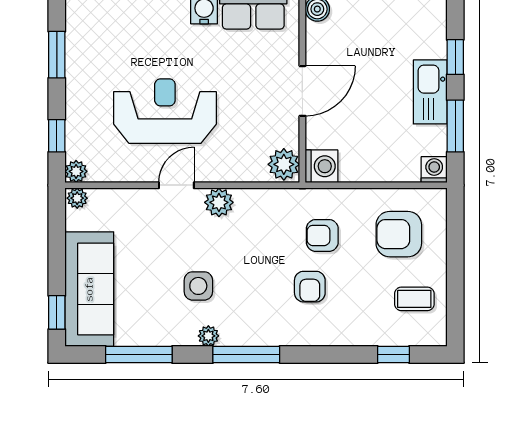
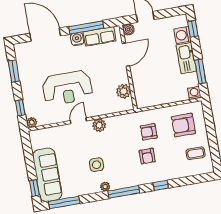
window: (455, 57) -> (193, 29), moved
door: (302, 91) -> (126, 55), moved
reception desk: (165, 111) -> (67, 88), turned 180
plant: (284, 164) -> (124, 91), moved
washing machine: (321, 166) -> (182, 35), moved, turned 180
plant: (77, 198) -> (34, 135), removed
window: (139, 354) -> (64, 202), moved
window: (393, 354) -> (161, 185), moved

